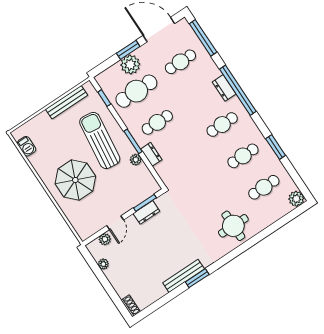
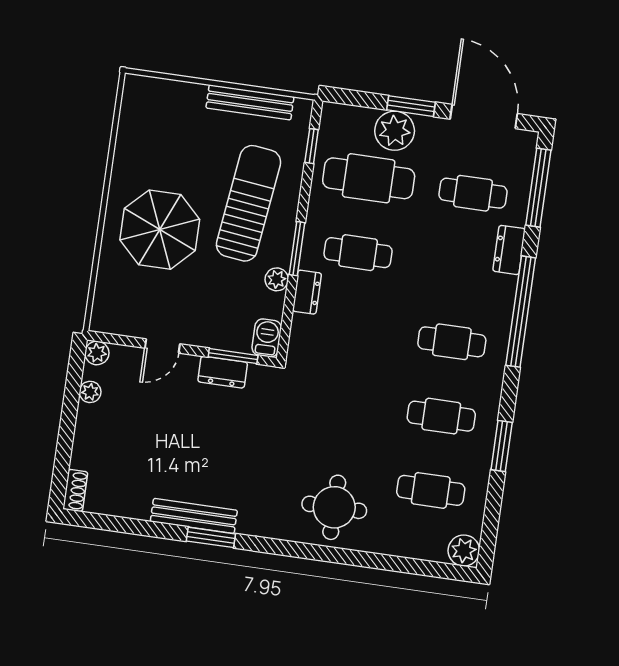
dresser: (224, 88) -> (509, 250), moved
barbecue: (27, 146) -> (267, 338), moved, turned 180
plant: (105, 239) -> (97, 353), moved

